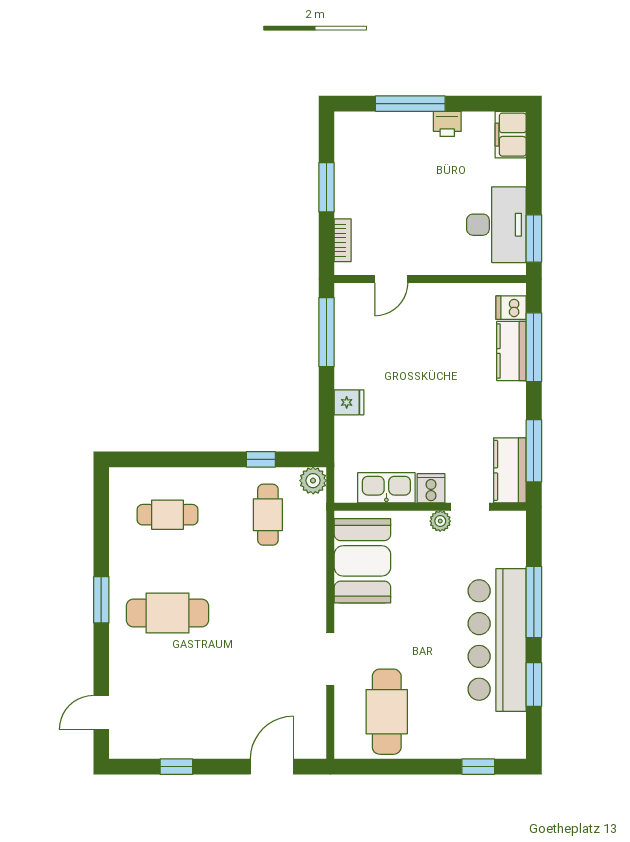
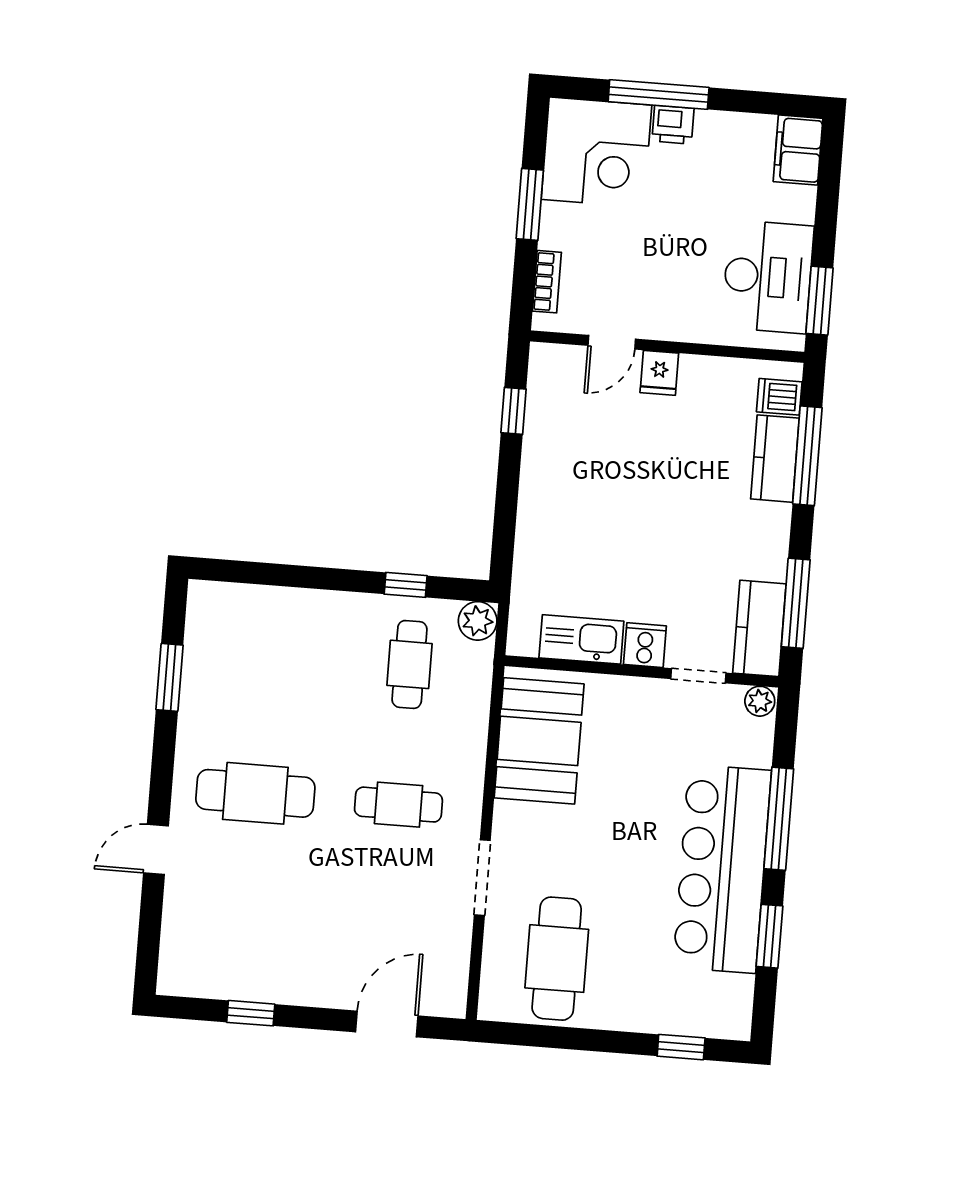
printer: (447, 124) -> (673, 125), moved
corner desk: (370, 147) -> (596, 152), added
window: (326, 332) -> (514, 411), width x0.46
fridge: (349, 402) -> (659, 373), moved, turned 90
cafe table: (167, 515) -> (398, 805), moved
plant: (440, 521) -> (760, 701), moved
window: (101, 600) -> (169, 677), moved
door: (101, 712) -> (156, 849), moved

